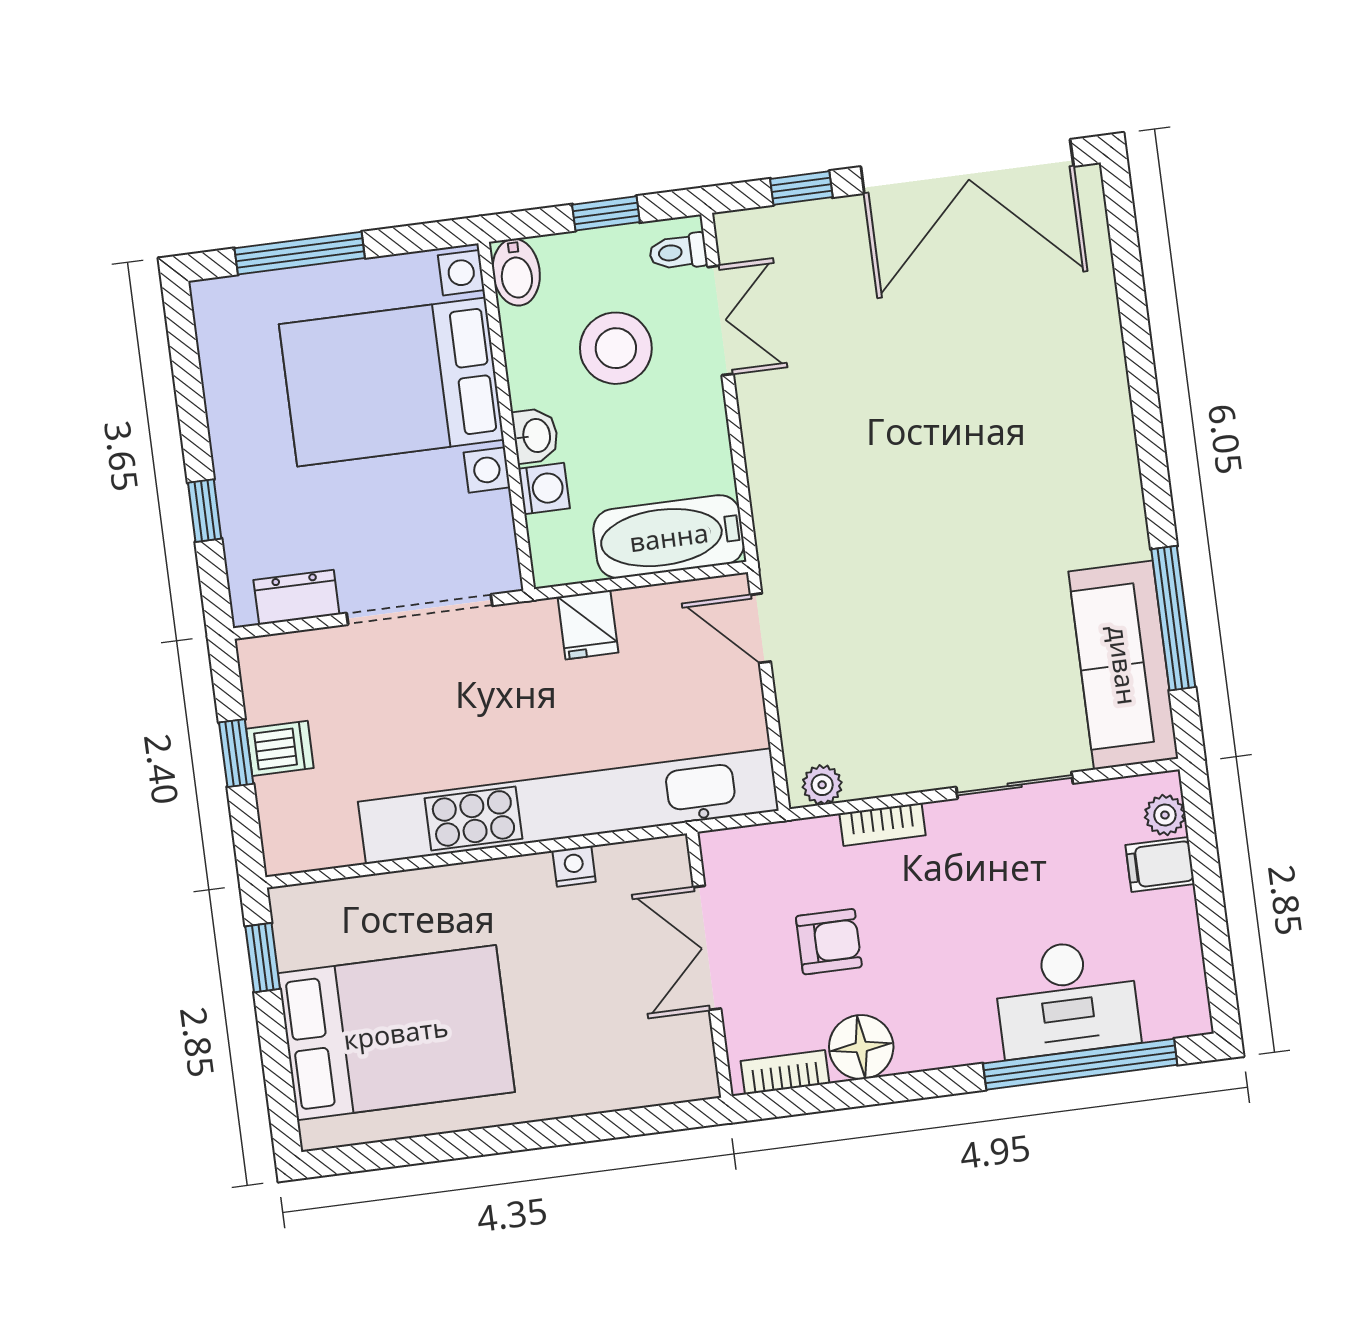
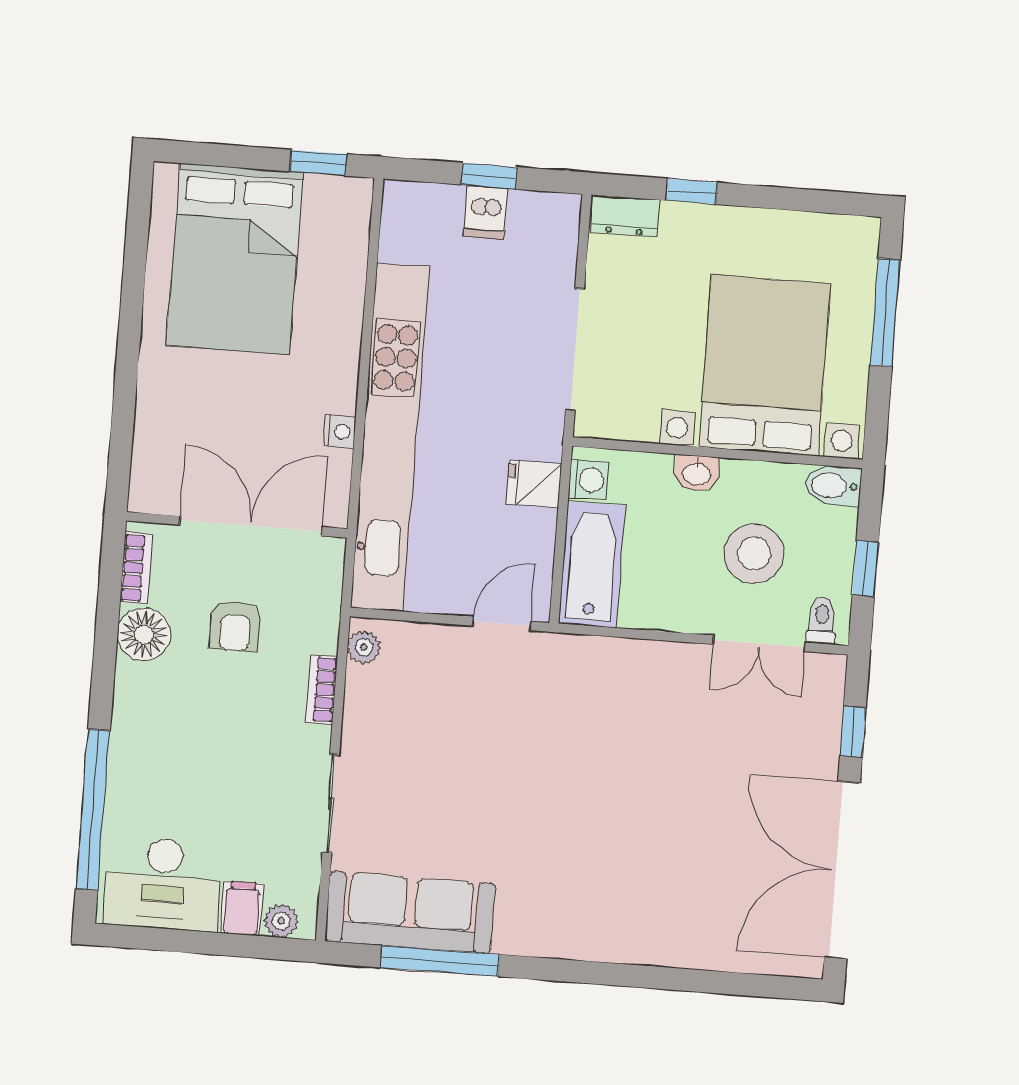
washing machine: (544, 488) -> (588, 480), moved, turned -90
dresser: (296, 597) -> (625, 216), moved, turned 90
double door: (707, 948) -> (251, 526), width x1.37
desk: (1067, 998) -> (163, 884), moved, turned -90

